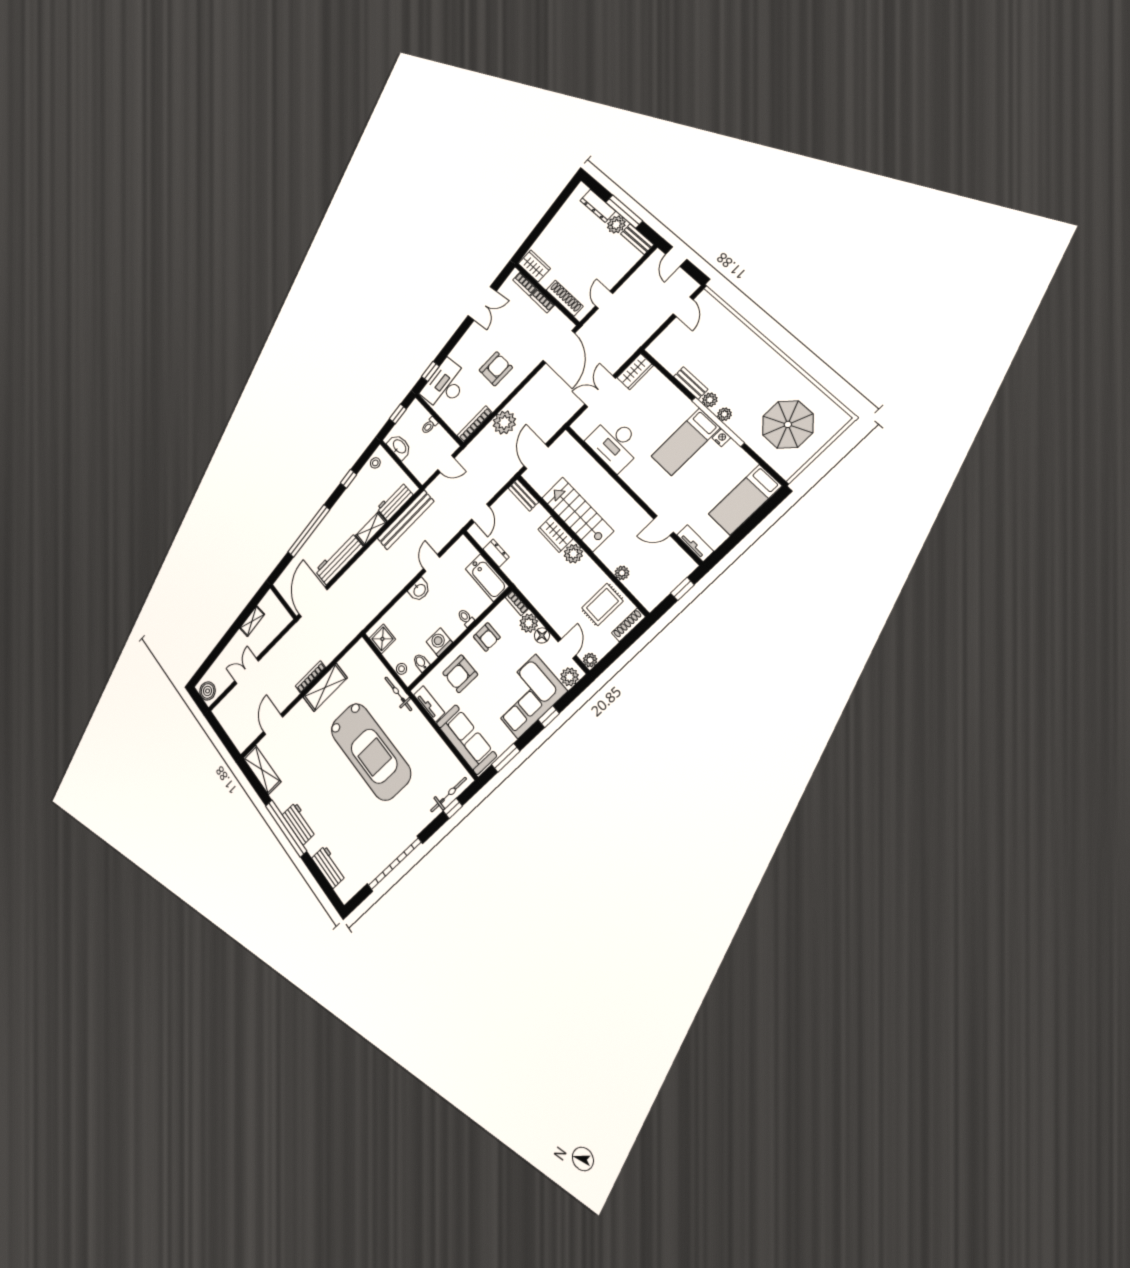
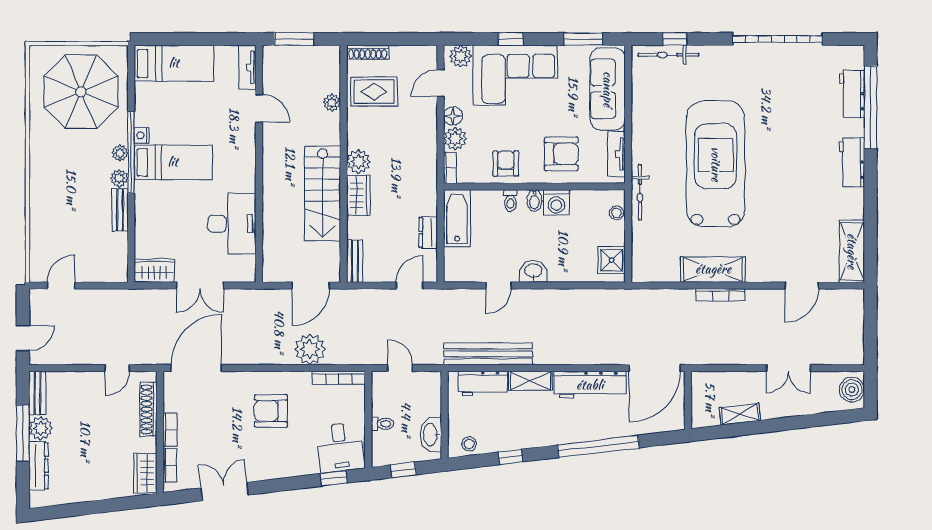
desk: (445, 385) -> (340, 447), width x0.73
parasol: (788, 424) -> (81, 92), width x1.36, depth x1.36
window: (682, 589) -> (294, 39), width x1.50
plant: (590, 660) -> (429, 54), removed
bidet: (421, 662) -> (534, 200), moved
window: (286, 828) -> (870, 107), moved

